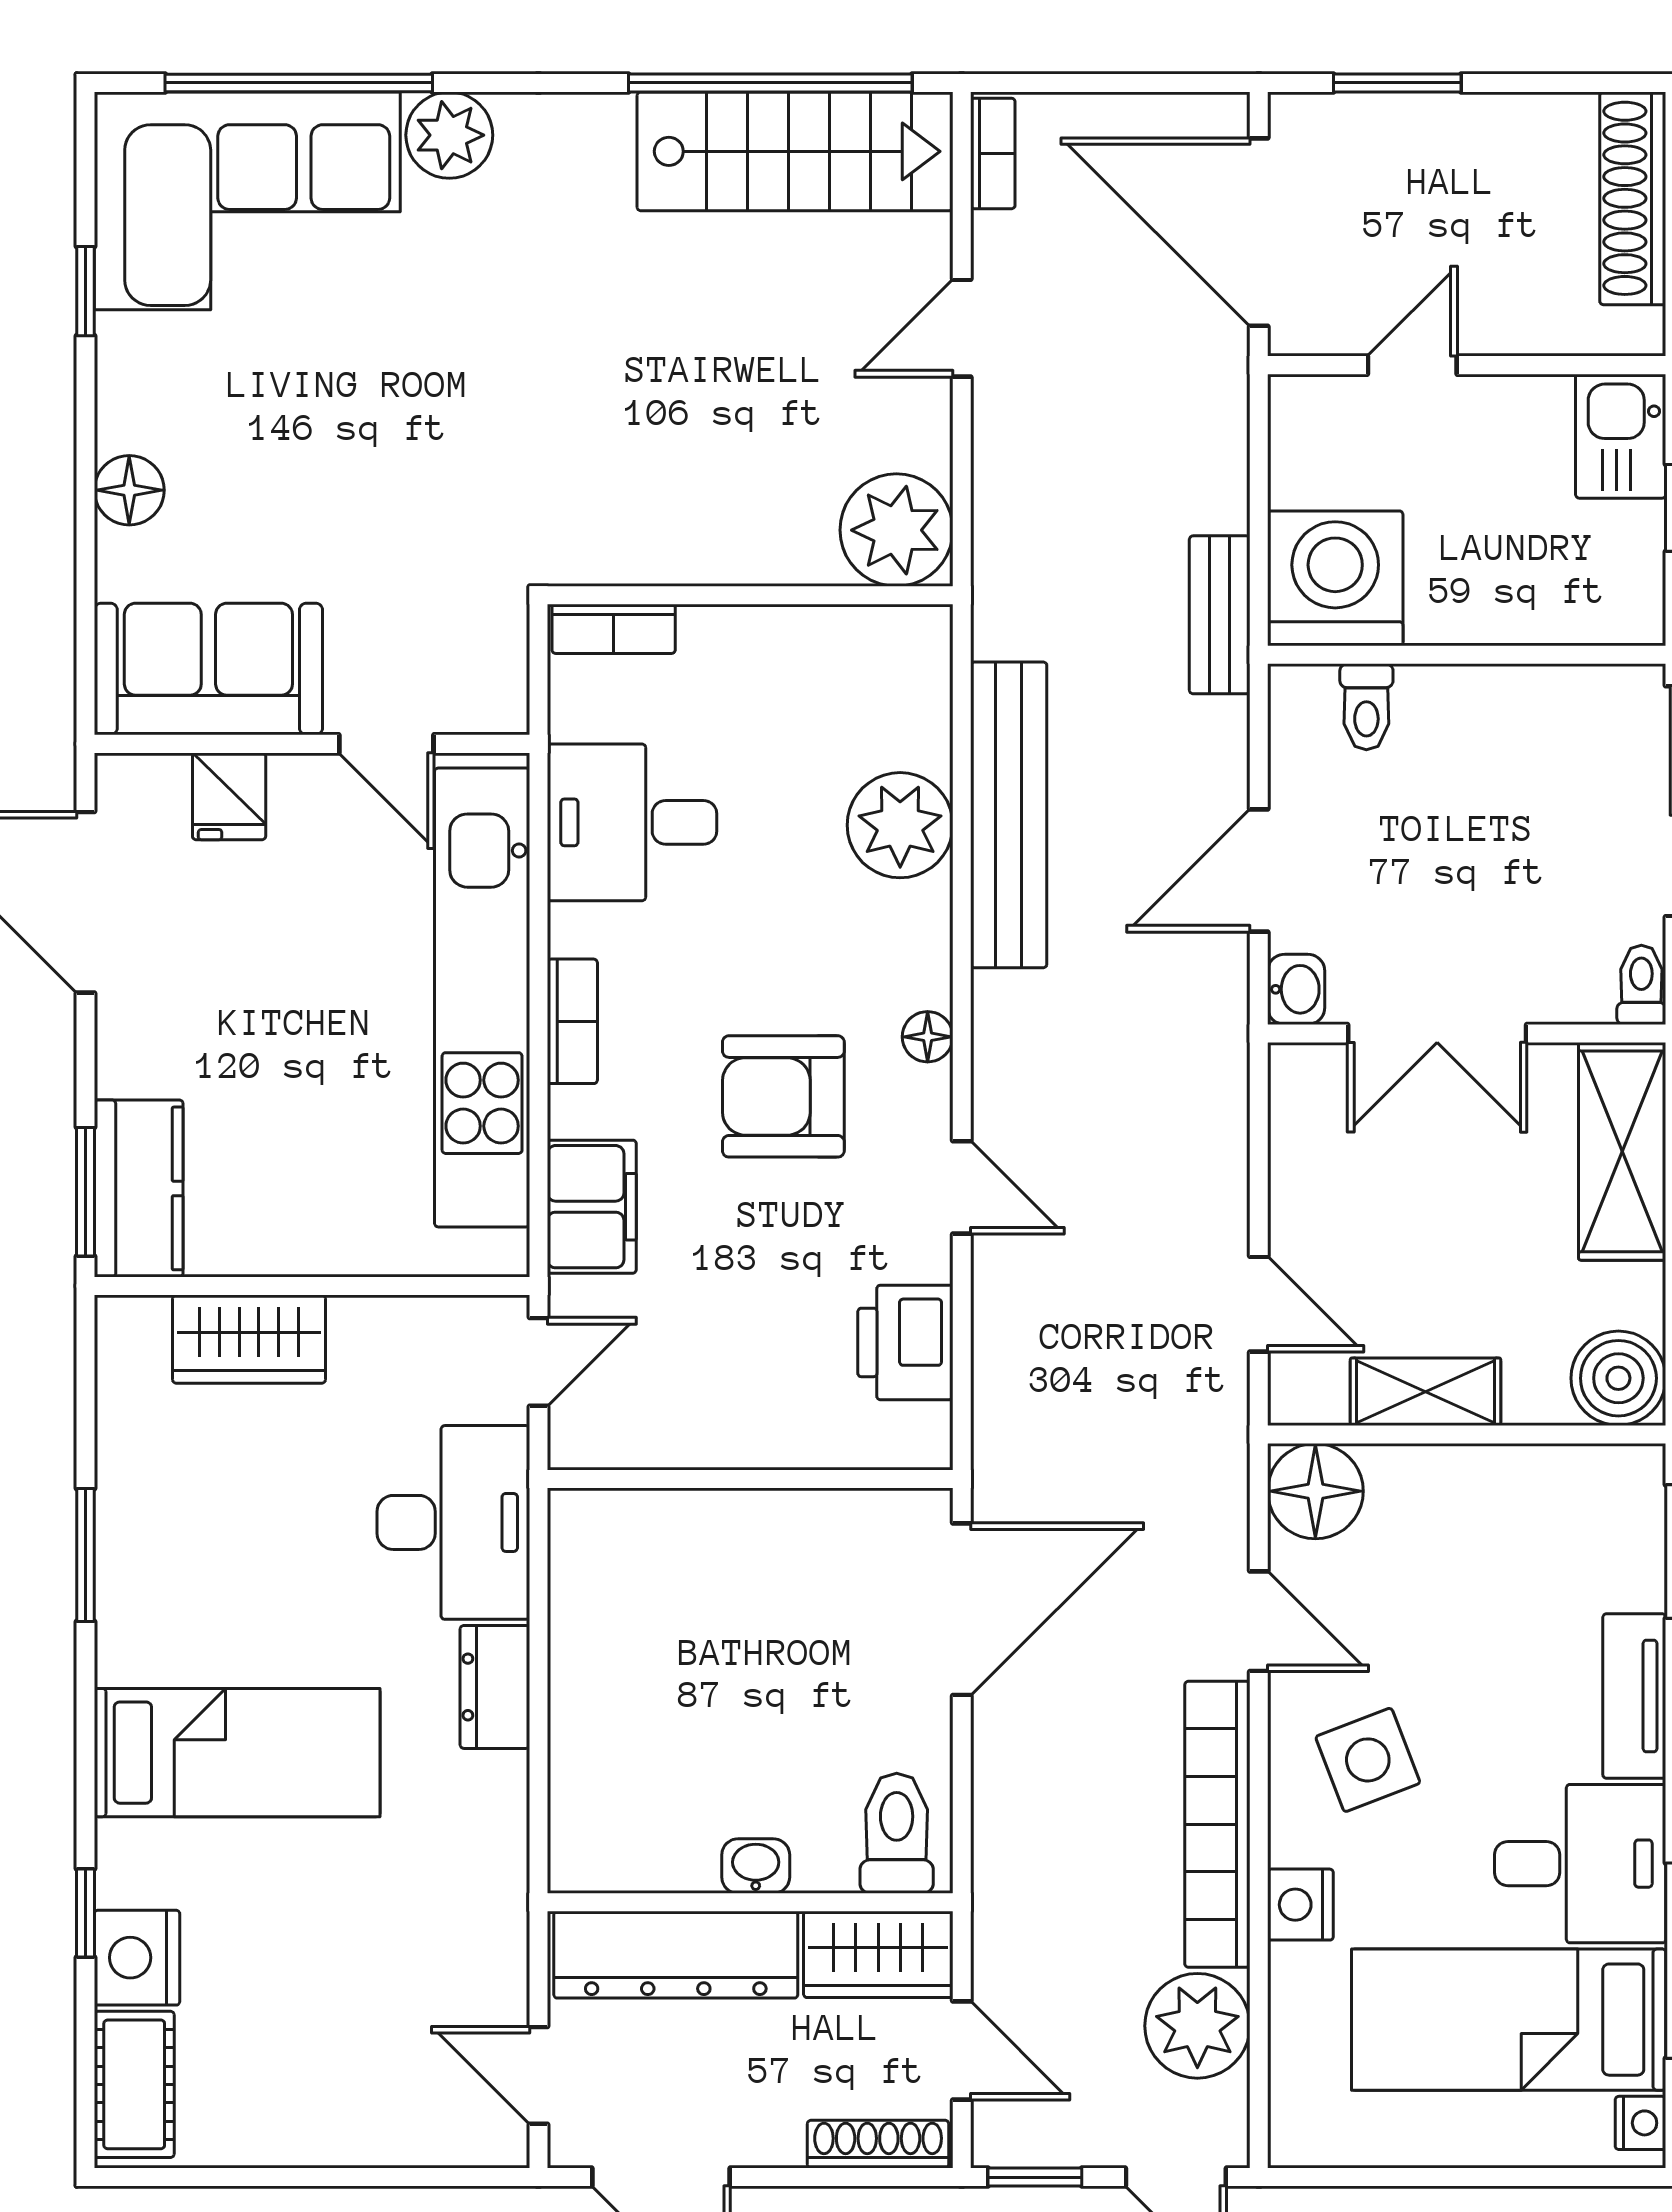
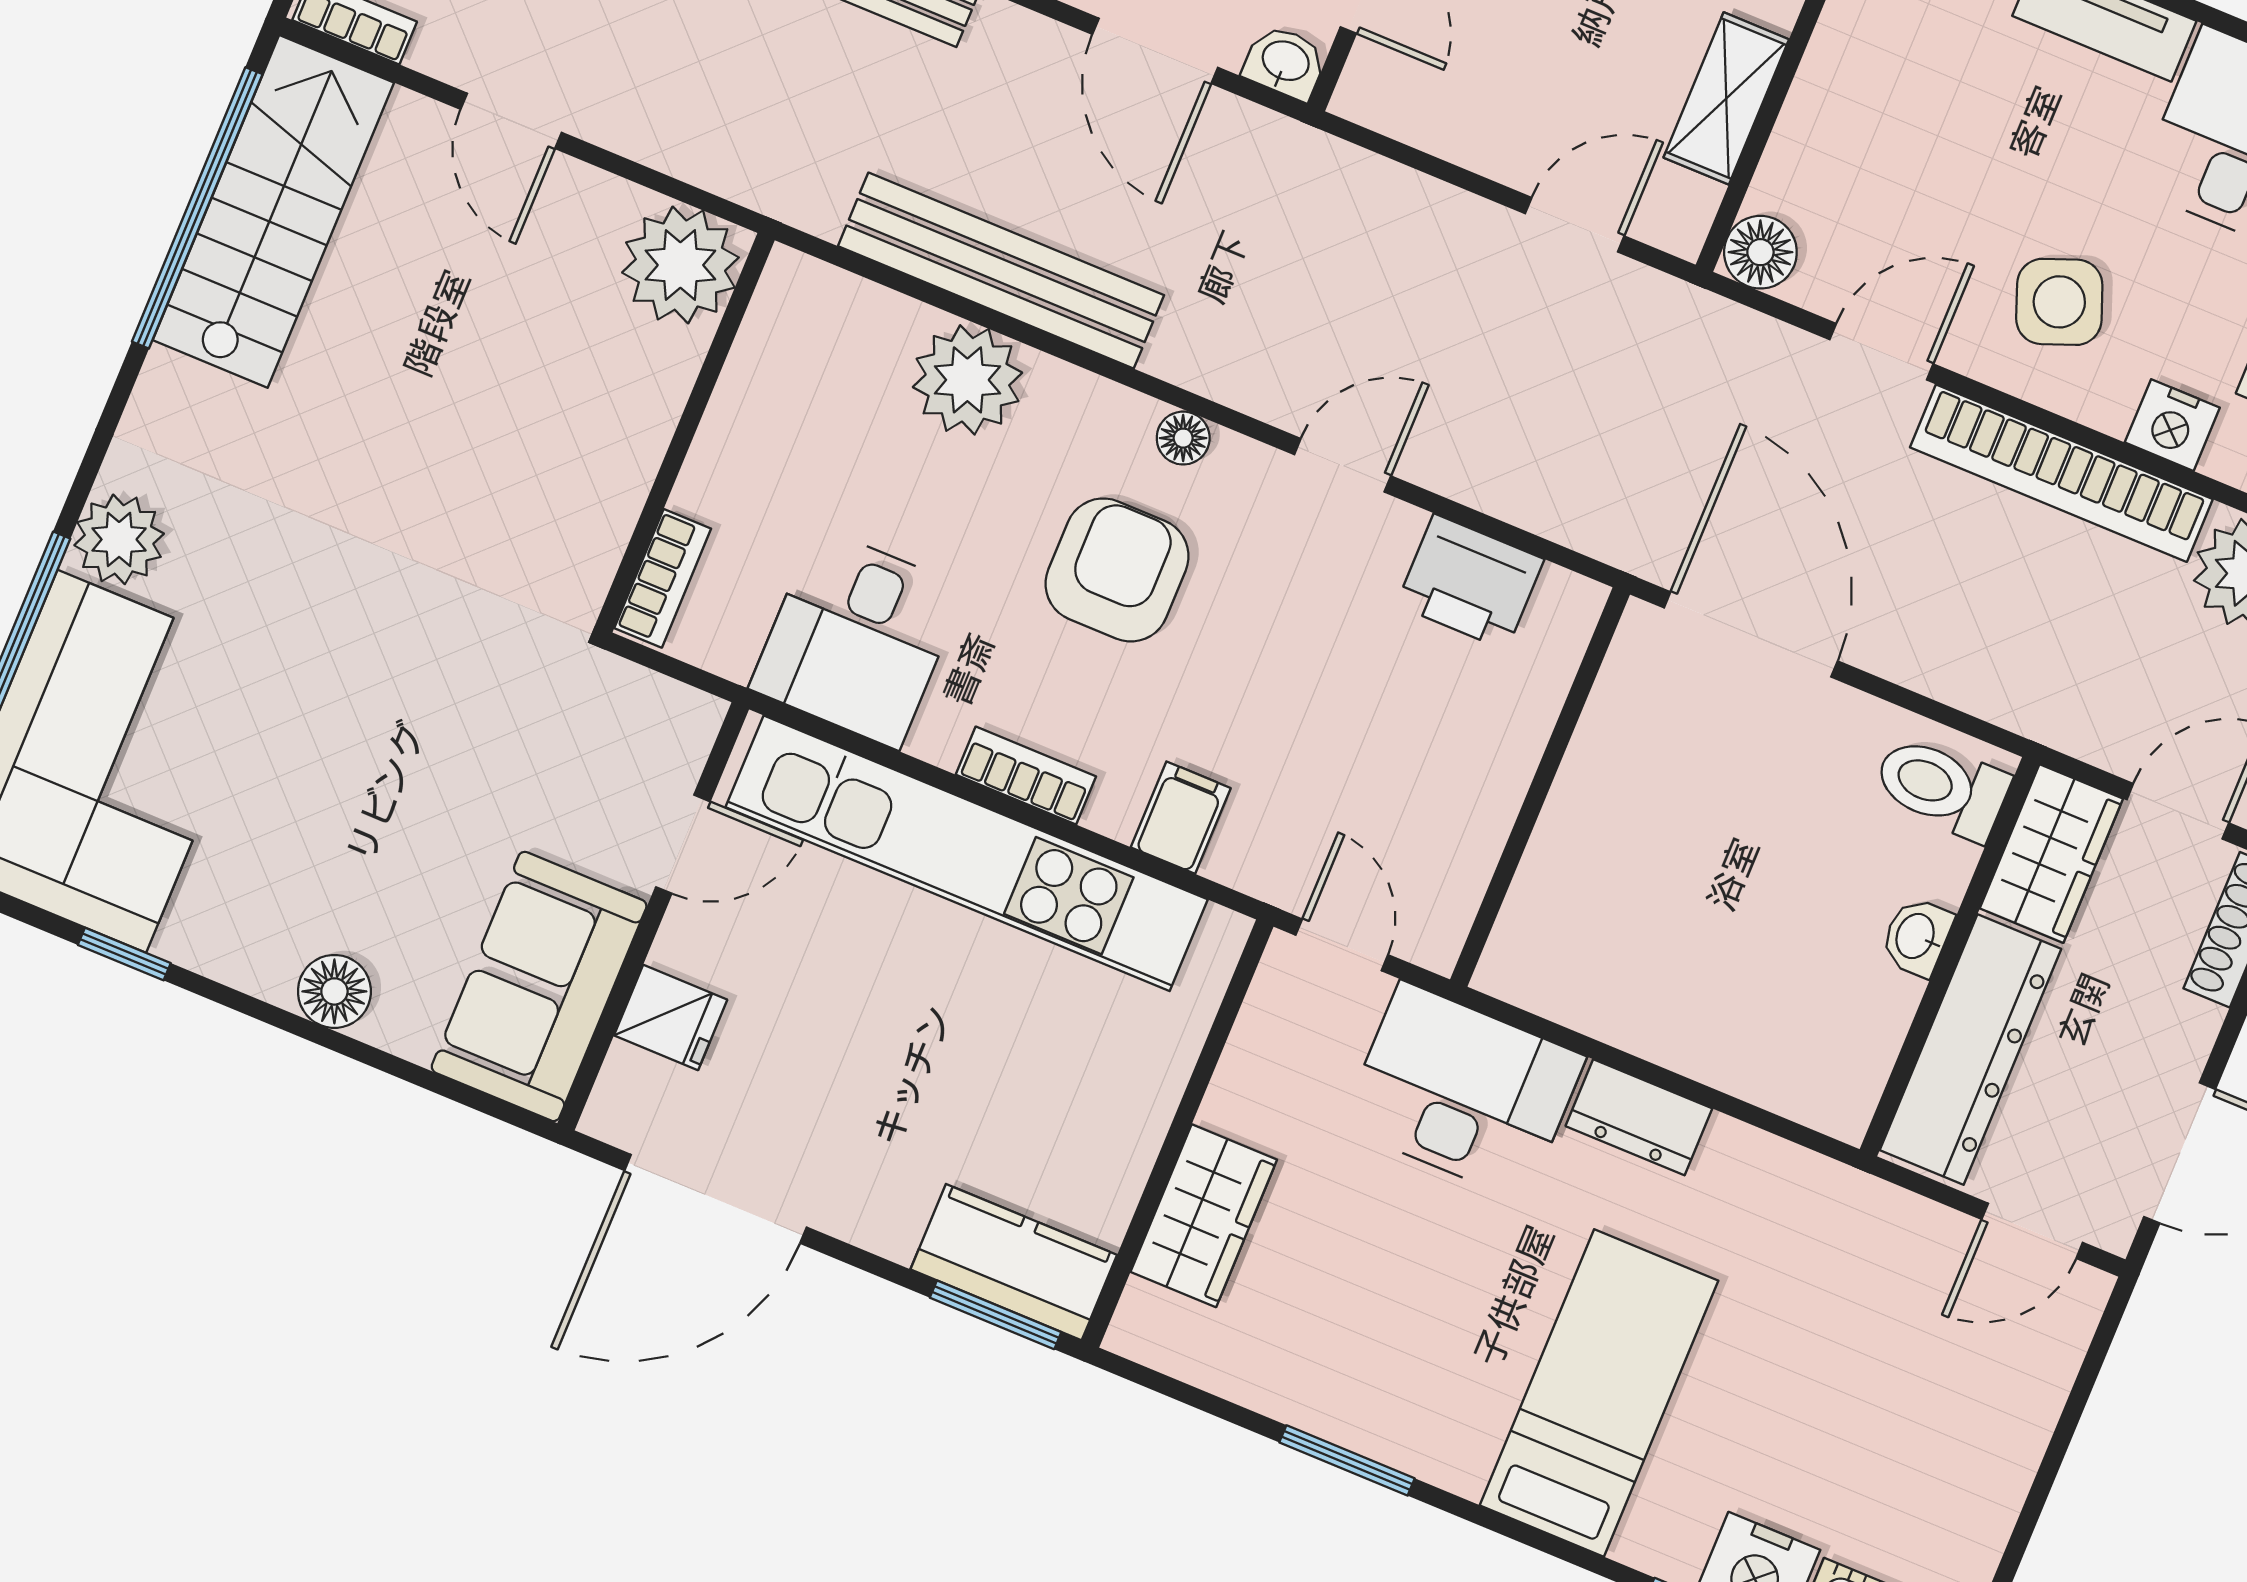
armchair: (783, 1096) -> (1117, 570), moved, turned 180
filing cabinet: (592, 1207) -> (1181, 818), width x0.50
floor lamp: (1315, 1491) -> (1760, 252), width x0.73, depth x0.73

